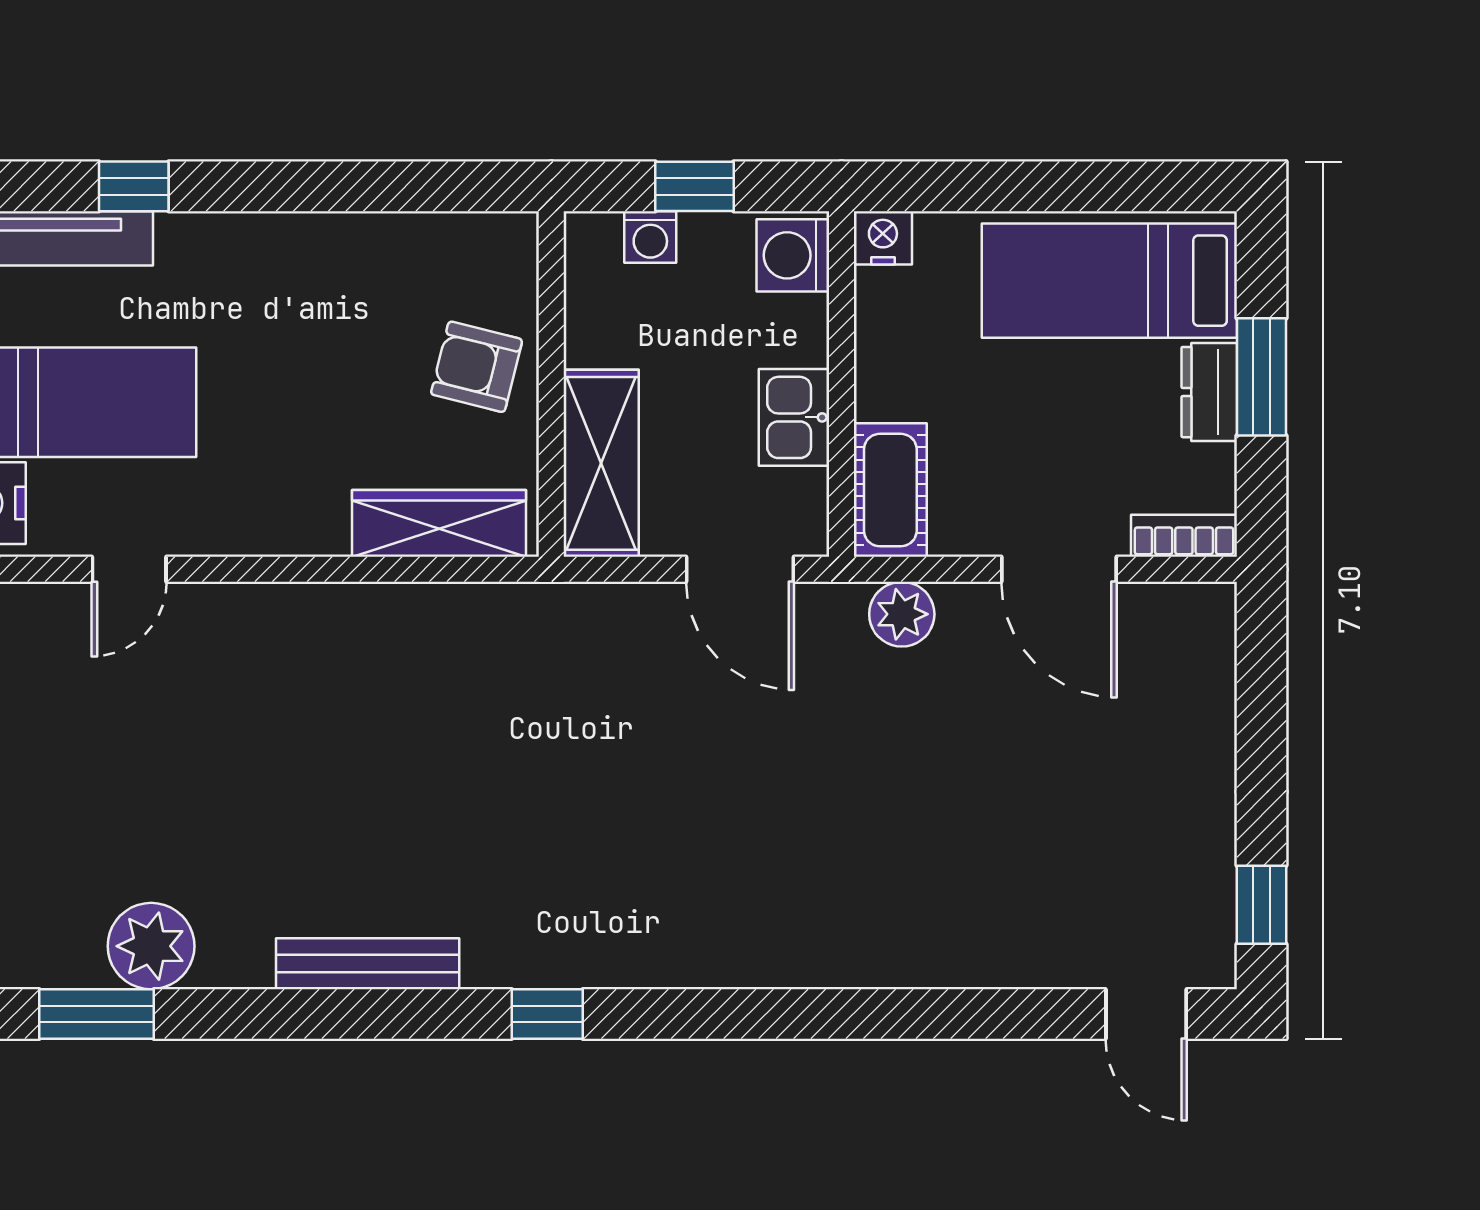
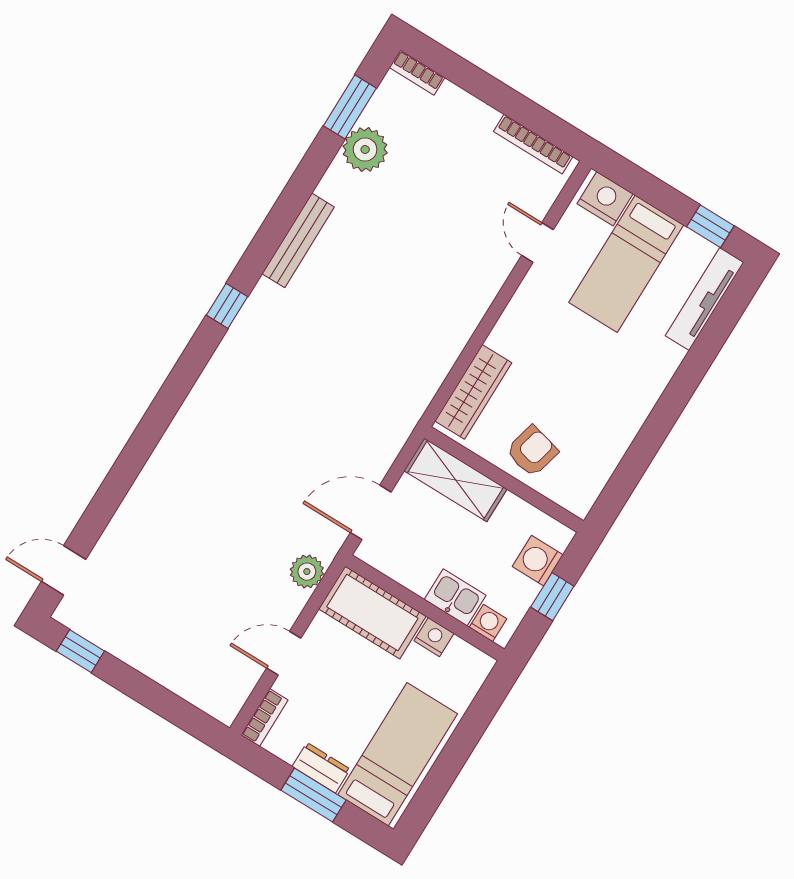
window: (134, 186) -> (705, 349), removed
washing machine: (650, 237) -> (538, 561), width x1.38, depth x1.38
nightstand: (883, 238) -> (434, 637), moved, turned -90
washing machine: (793, 255) -> (488, 623), width x0.73, depth x0.73
kitchen sink: (794, 417) -> (455, 597), moved
cot: (890, 490) -> (372, 613), width x1.37, depth x1.34
door: (1059, 569) -> (284, 653), width x0.73

